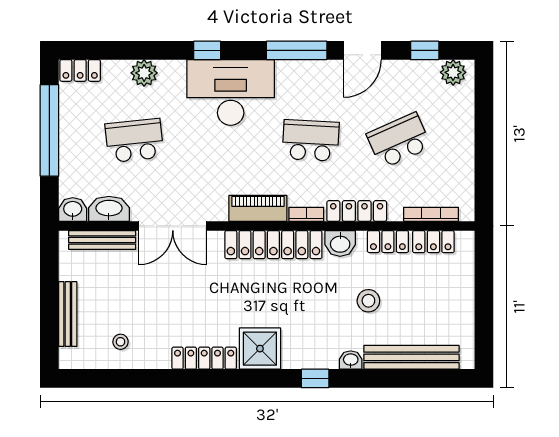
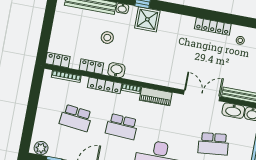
school desk: (399, 140) -> (76, 118), turned 30
locker: (433, 242) -> (58, 60), moved
locker: (273, 245) -> (151, 76), removed
shower: (260, 349) -> (147, 19), moved
locker: (204, 358) -> (213, 26), moved

